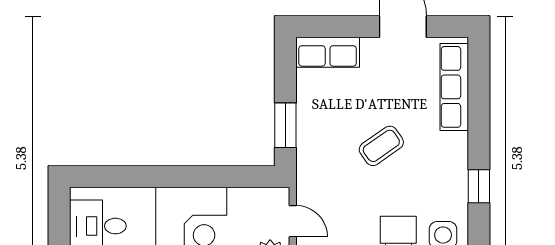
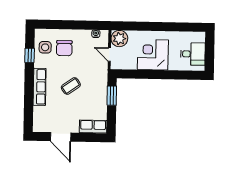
row of seats: (454, 87) -> (40, 87), moved
window: (479, 186) -> (30, 55), moved

